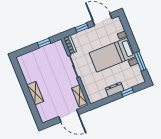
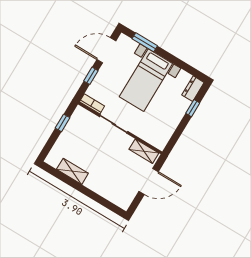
window: (140, 61) -> (145, 42), moved
dresser: (115, 89) -> (193, 89), moved
shelving: (35, 93) -> (72, 171), moved

